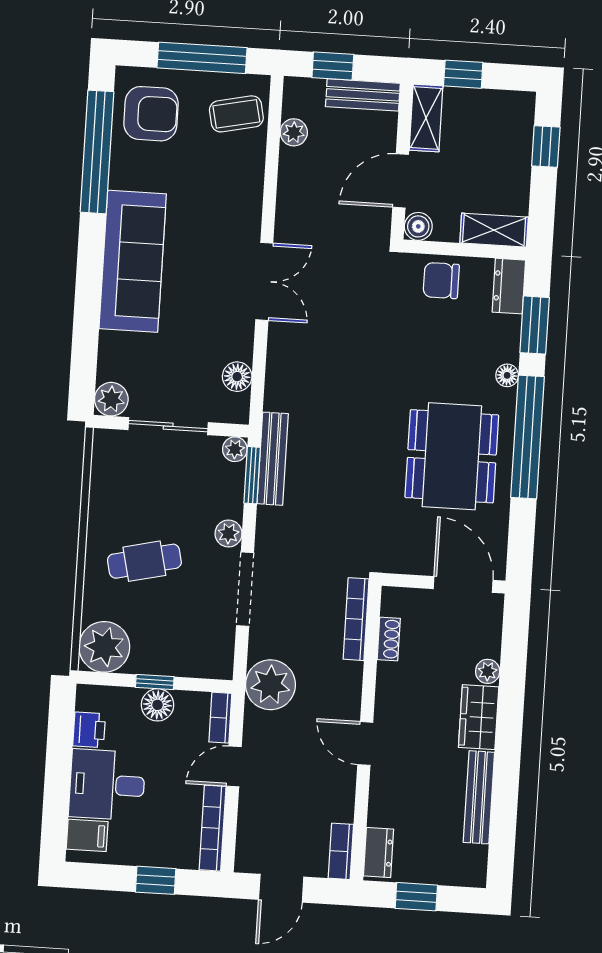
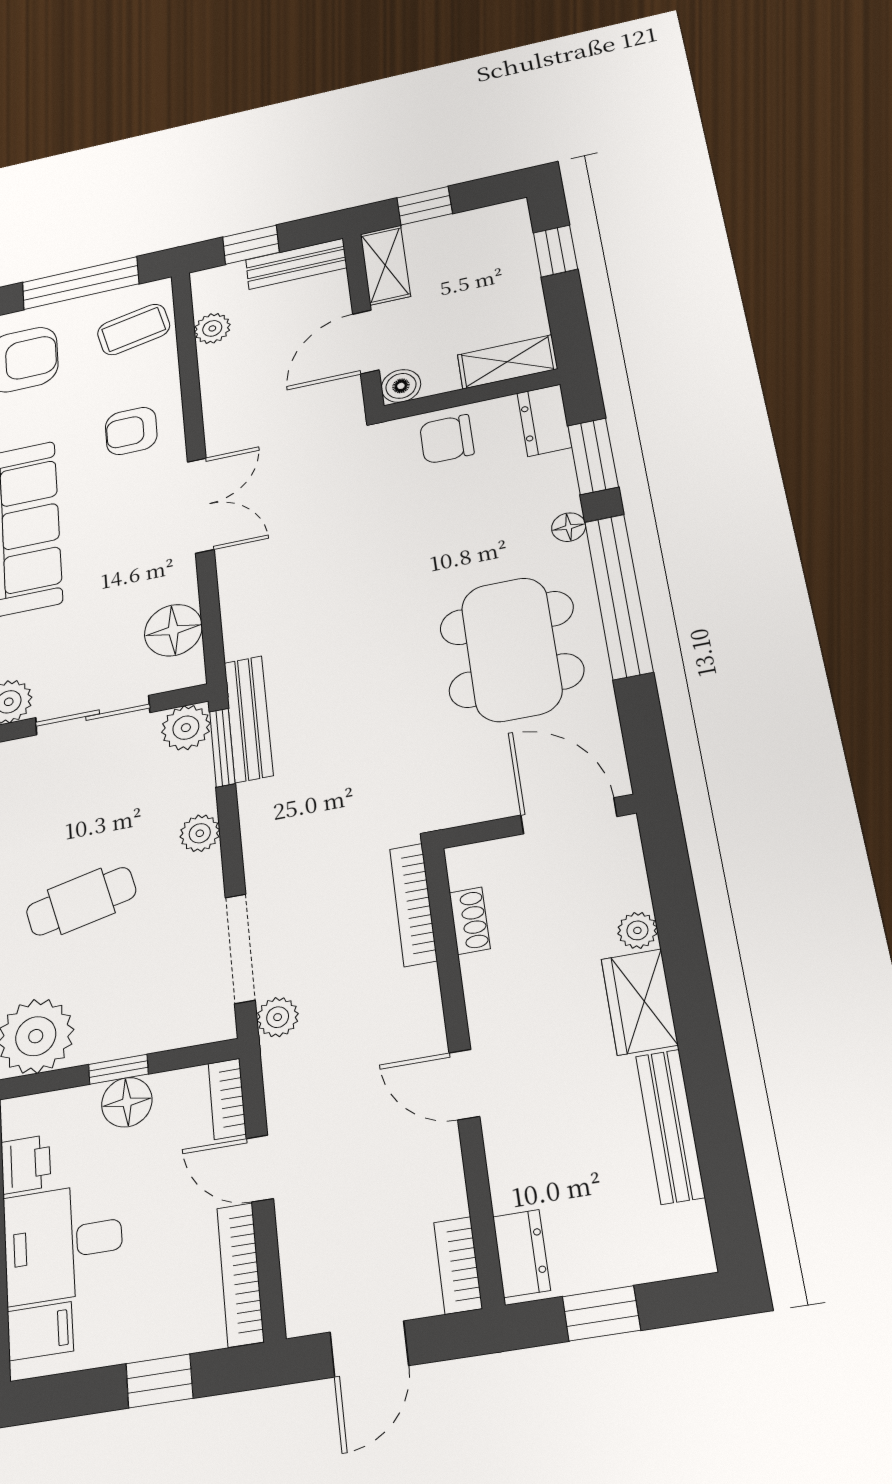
armchair: (223, 203) -> (131, 431), added
floor lamp: (237, 377) -> (173, 630), width x1.38, depth x1.38
plant: (235, 449) -> (186, 728), width x1.38, depth x1.38
doorway: (245, 589) -> (240, 948), moved
plant: (270, 685) -> (278, 1017), width x0.53, depth x0.53
door: (234, 766) -> (260, 1168), hinge flipped

